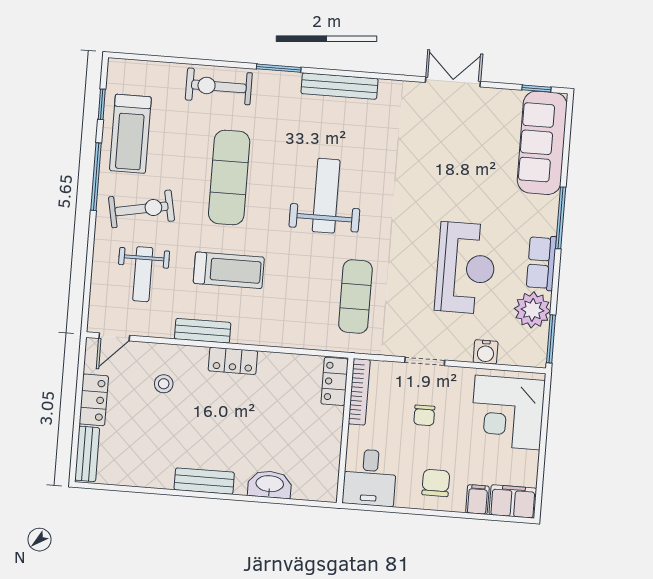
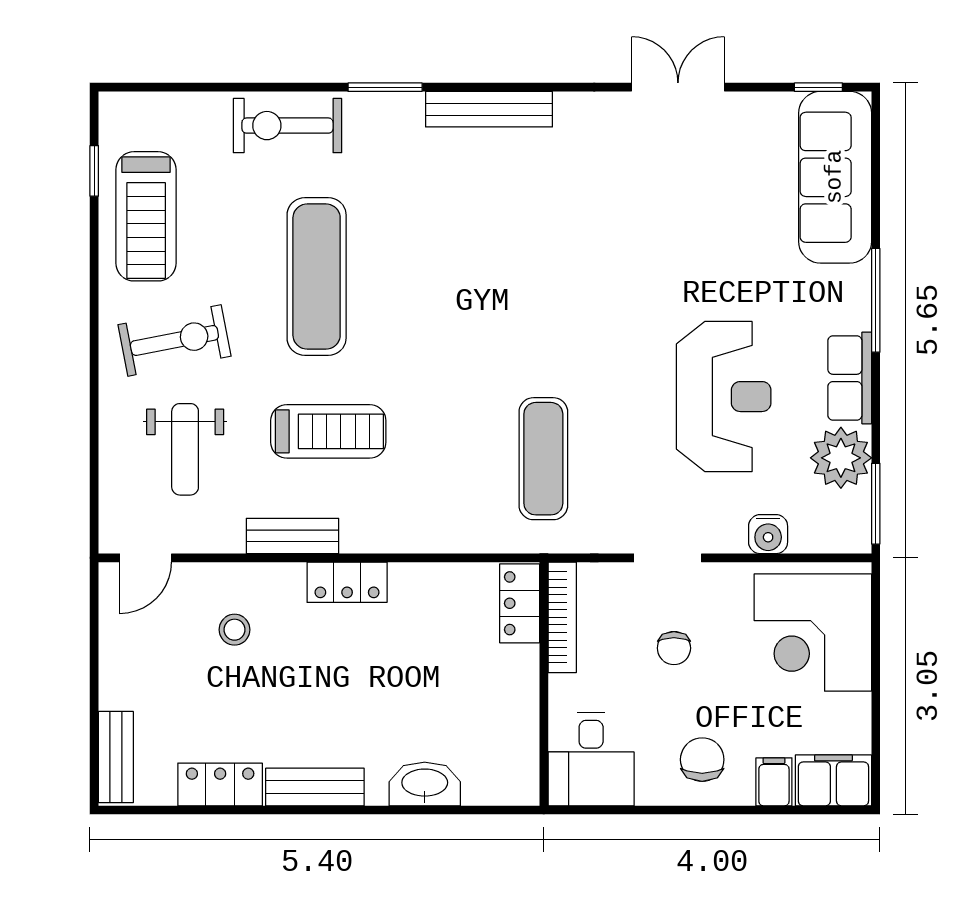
window: (96, 177) -> (94, 292), removed
weight bench: (326, 196) -> (481, 294), removed
locker: (94, 400) -> (220, 784), moved, turned -90

